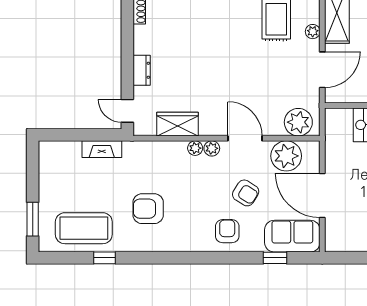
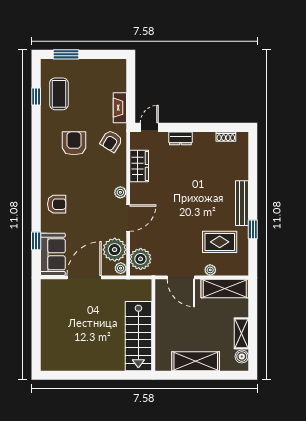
plant: (195, 148) -> (121, 268), moved
armchair: (246, 193) -> (111, 141), moved
coffee table: (84, 228) -> (59, 94), width x0.73, depth x0.76
window: (105, 258) -> (36, 97), moved

